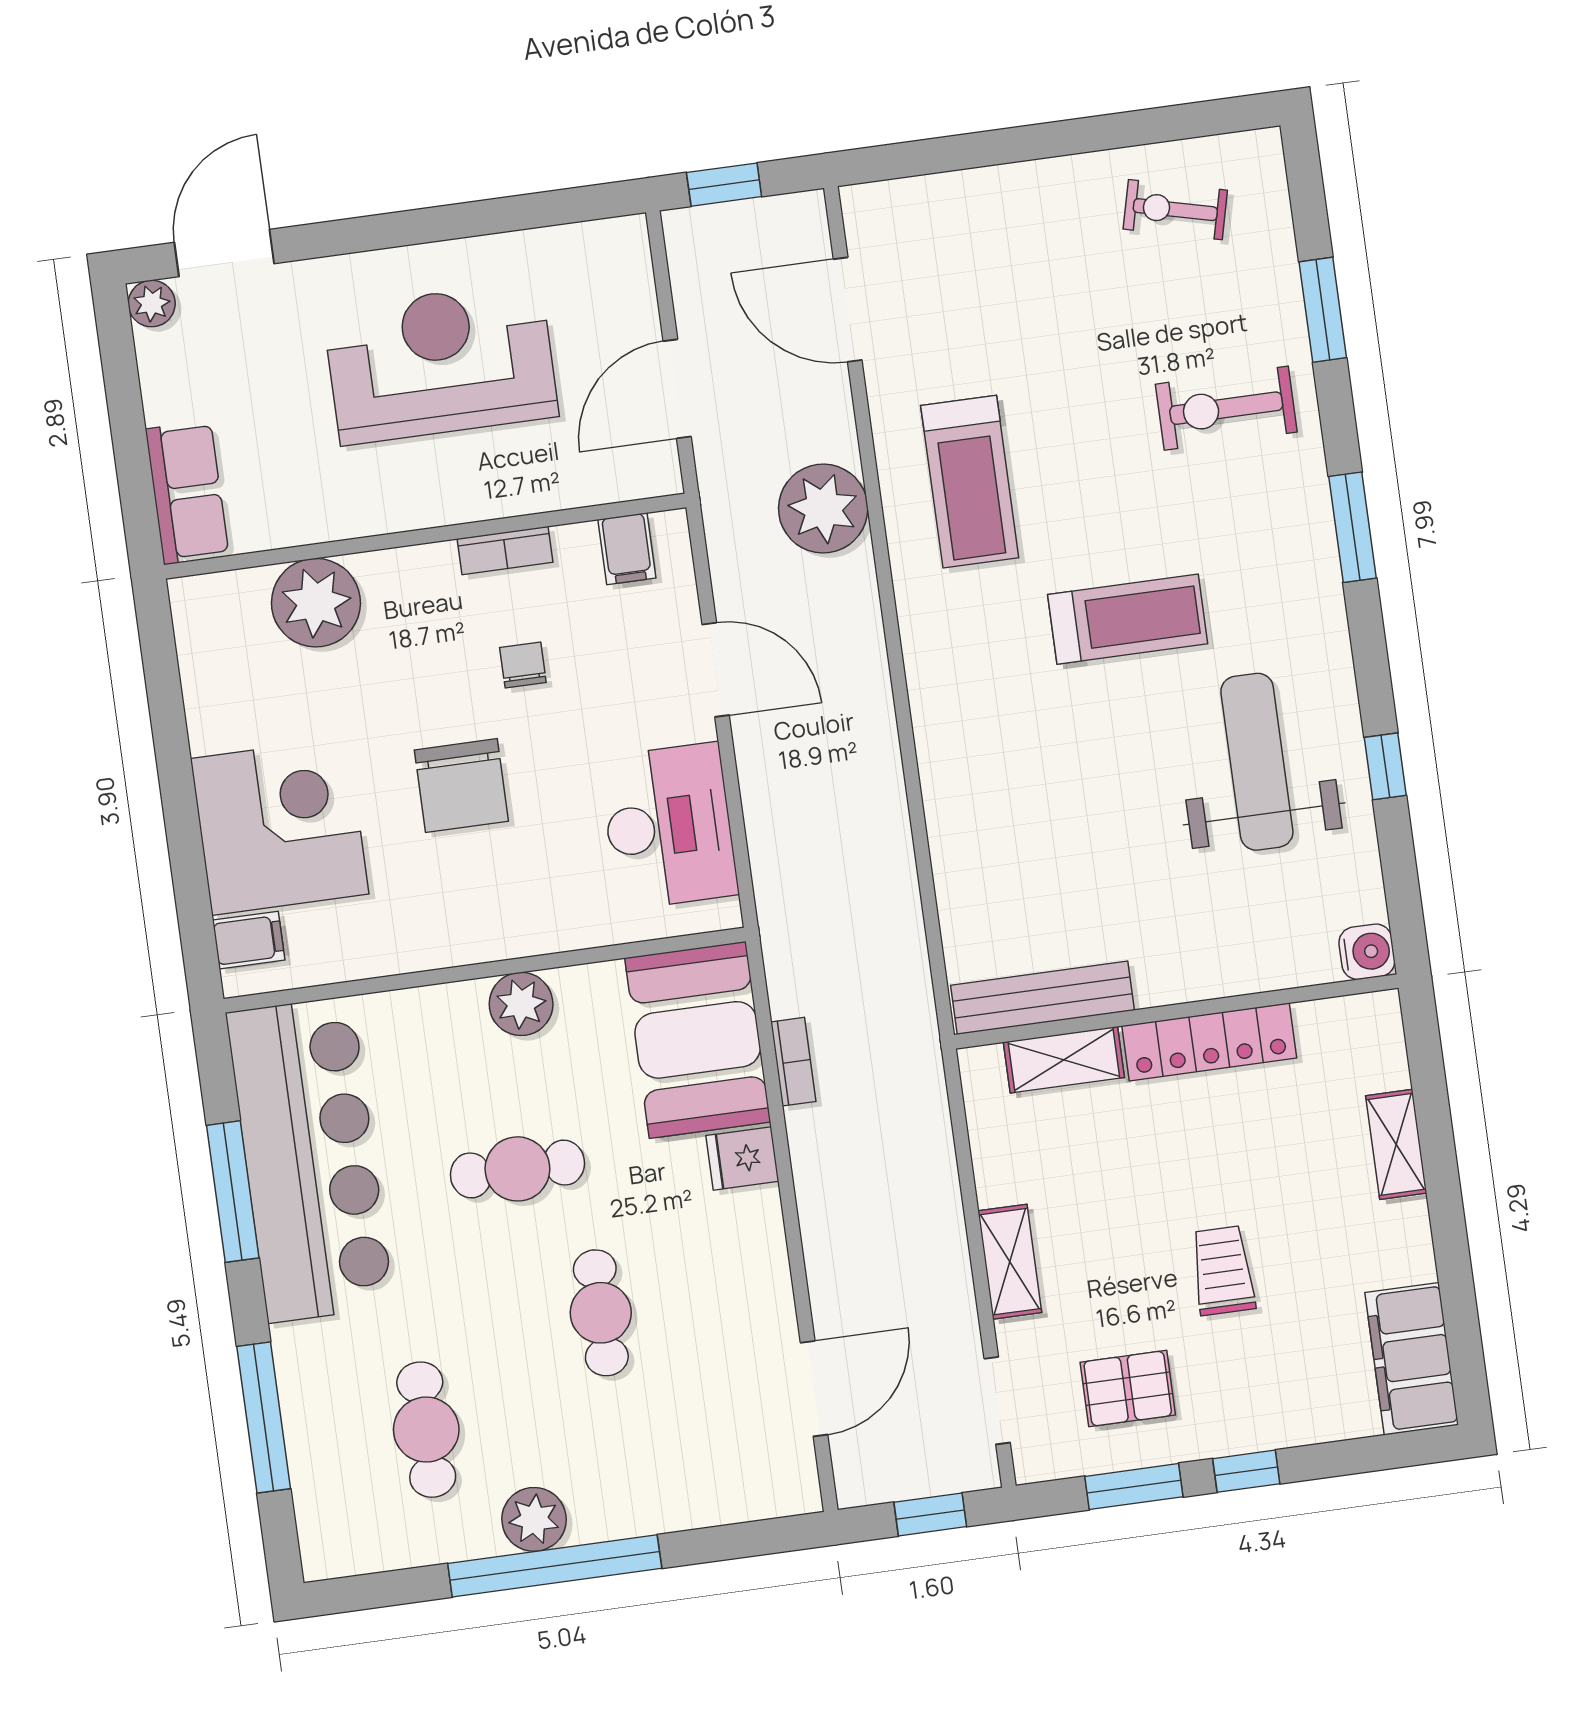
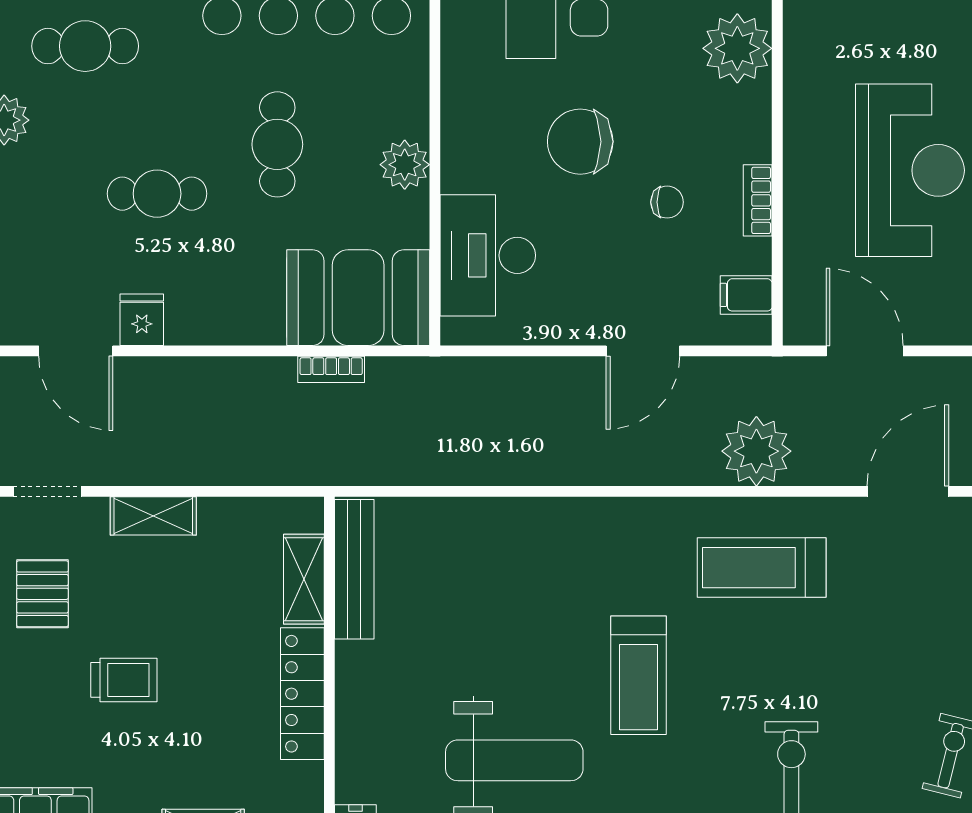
desk: (669, 826) -> (488, 255), moved, turned 90
fridge: (742, 1158) -> (142, 320), moved

